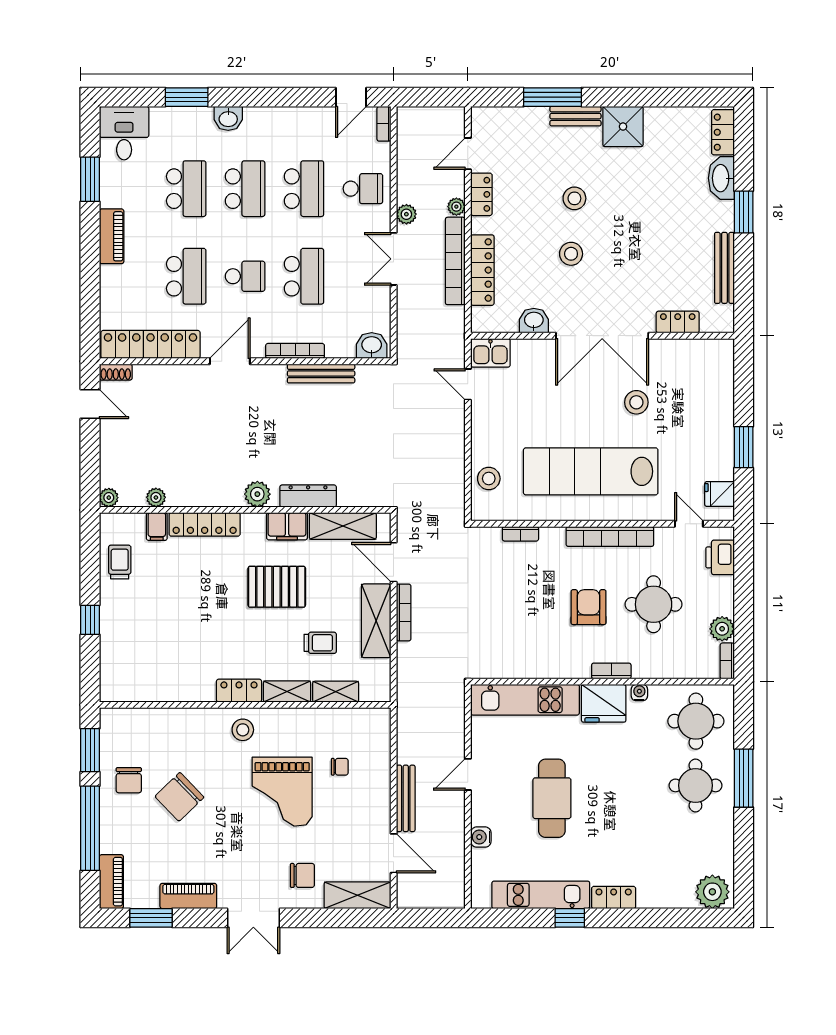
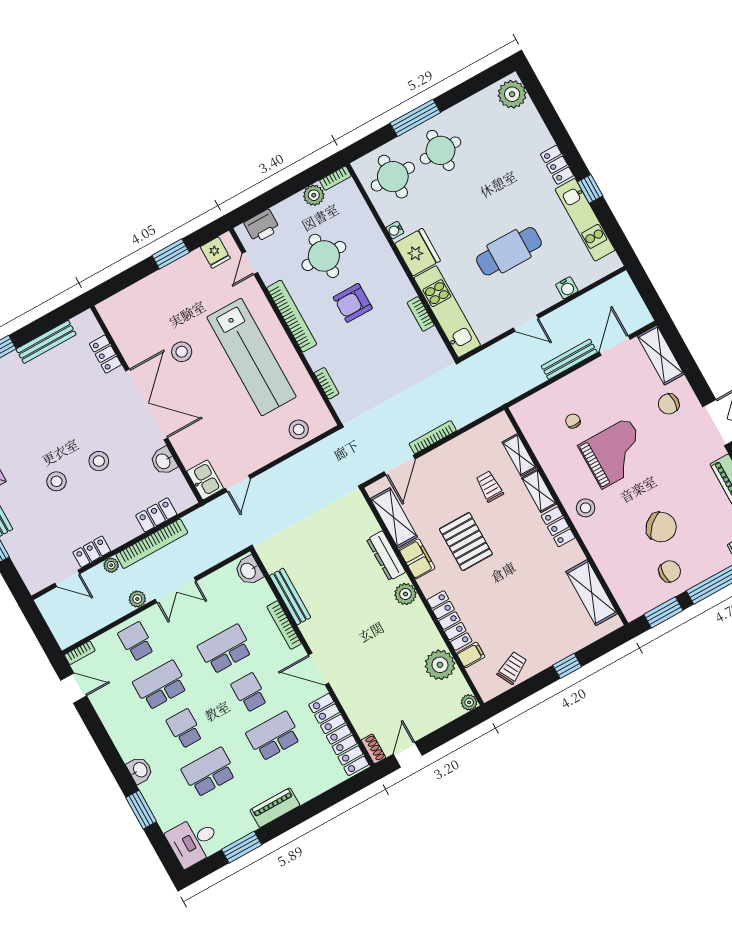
school desk: (245, 189) -> (185, 729), width x0.54
locker: (482, 270) -> (156, 515), width x0.66
plant: (156, 497) -> (440, 665), width x1.88, depth x1.88
trolley: (120, 562) -> (512, 668), turned 152
shelving: (376, 621) -> (592, 593), moved, turned 90
bookcase: (611, 671) -> (421, 314), moved
chair: (302, 875) -> (669, 404), turned -90

